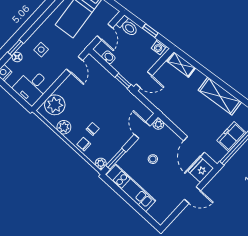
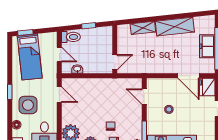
washing machine: (159, 47) -> (104, 32), removed
window: (16, 48) -> (10, 92), moved
side table: (41, 50) -> (28, 105), width x1.87, depth x1.87
shelving: (181, 65) -> (143, 28), moved
window: (123, 81) -> (101, 76), removed
plant: (158, 124) -> (151, 83), removed

